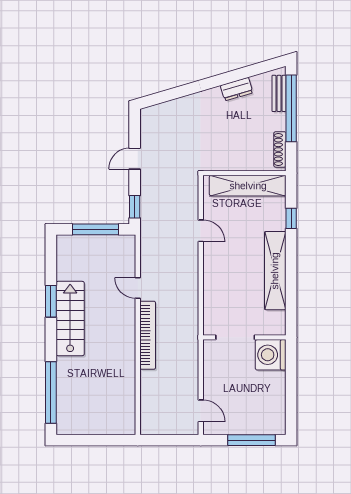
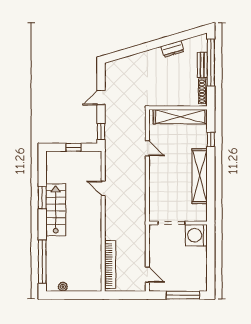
bench: (279, 93) -> (202, 65), moved
window: (95, 229) -> (74, 147), width x0.46
bookcase: (148, 335) -> (110, 265), moved
plant: (80, 428) -> (63, 287), added

